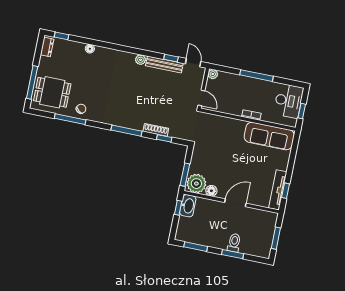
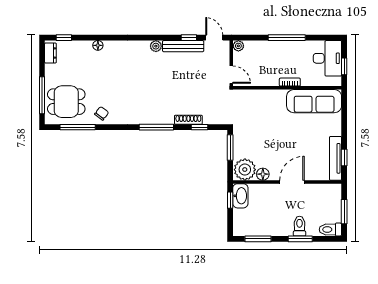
window: (70, 119) -> (78, 127), moved
window: (185, 175) -> (230, 148), moved
toilet: (261, 251) -> (330, 230), added

